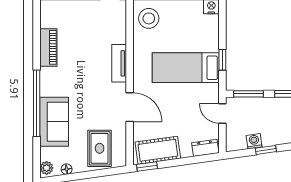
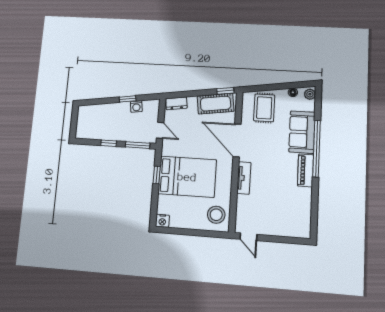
piano: (48, 47) -> (306, 170), moved
bed: (186, 68) -> (187, 177), width x1.50
door: (130, 107) -> (237, 140), width x1.36

